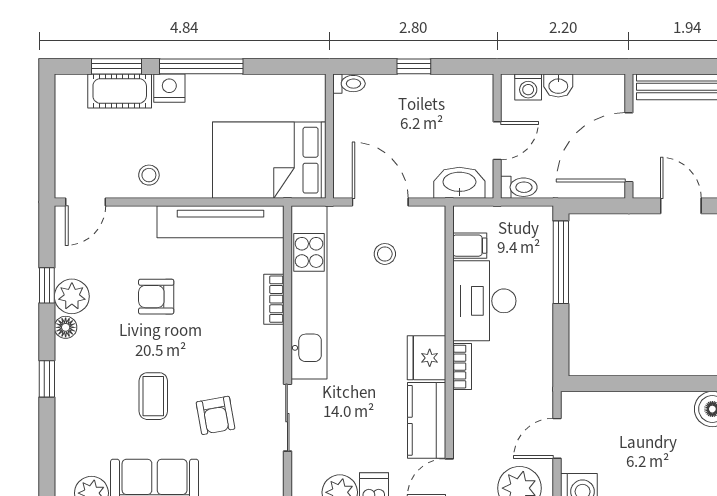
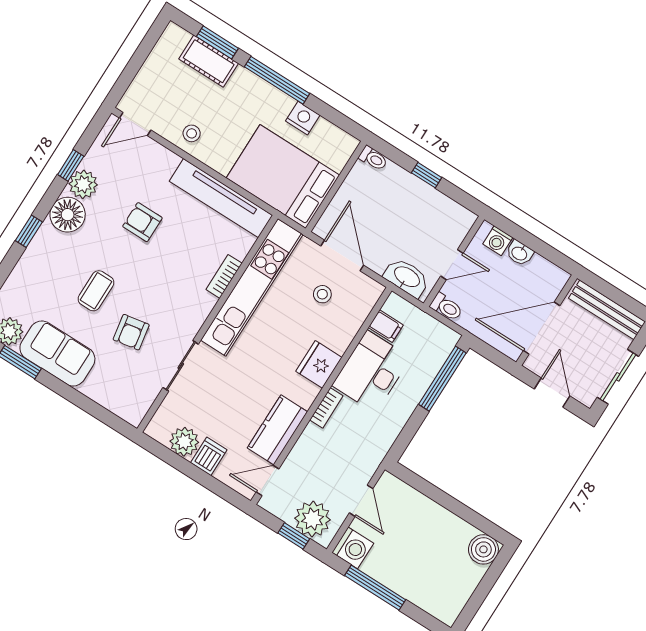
nightstand: (169, 88) -> (303, 118), moved
floor lamp: (66, 327) -> (68, 215), width x1.89, depth x1.89
fridge: (427, 358) -> (319, 364), moved
door: (557, 438) -> (361, 501), swing flipped

